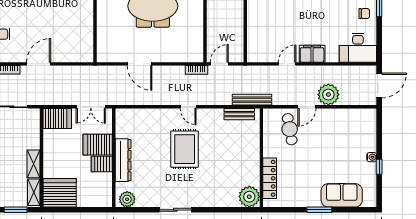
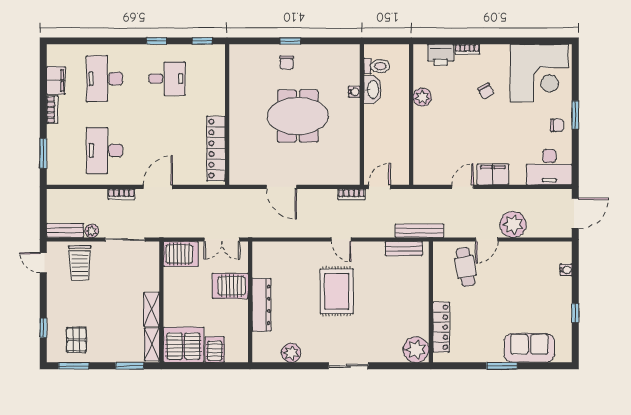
locker: (86, 33) -> (216, 149), added
water cooler: (372, 157) -> (566, 270), moved
server rack: (102, 164) -> (215, 350), moved, turned 90
plant: (127, 199) -> (291, 353), moved
sliding door: (175, 210) -> (348, 366), moved

